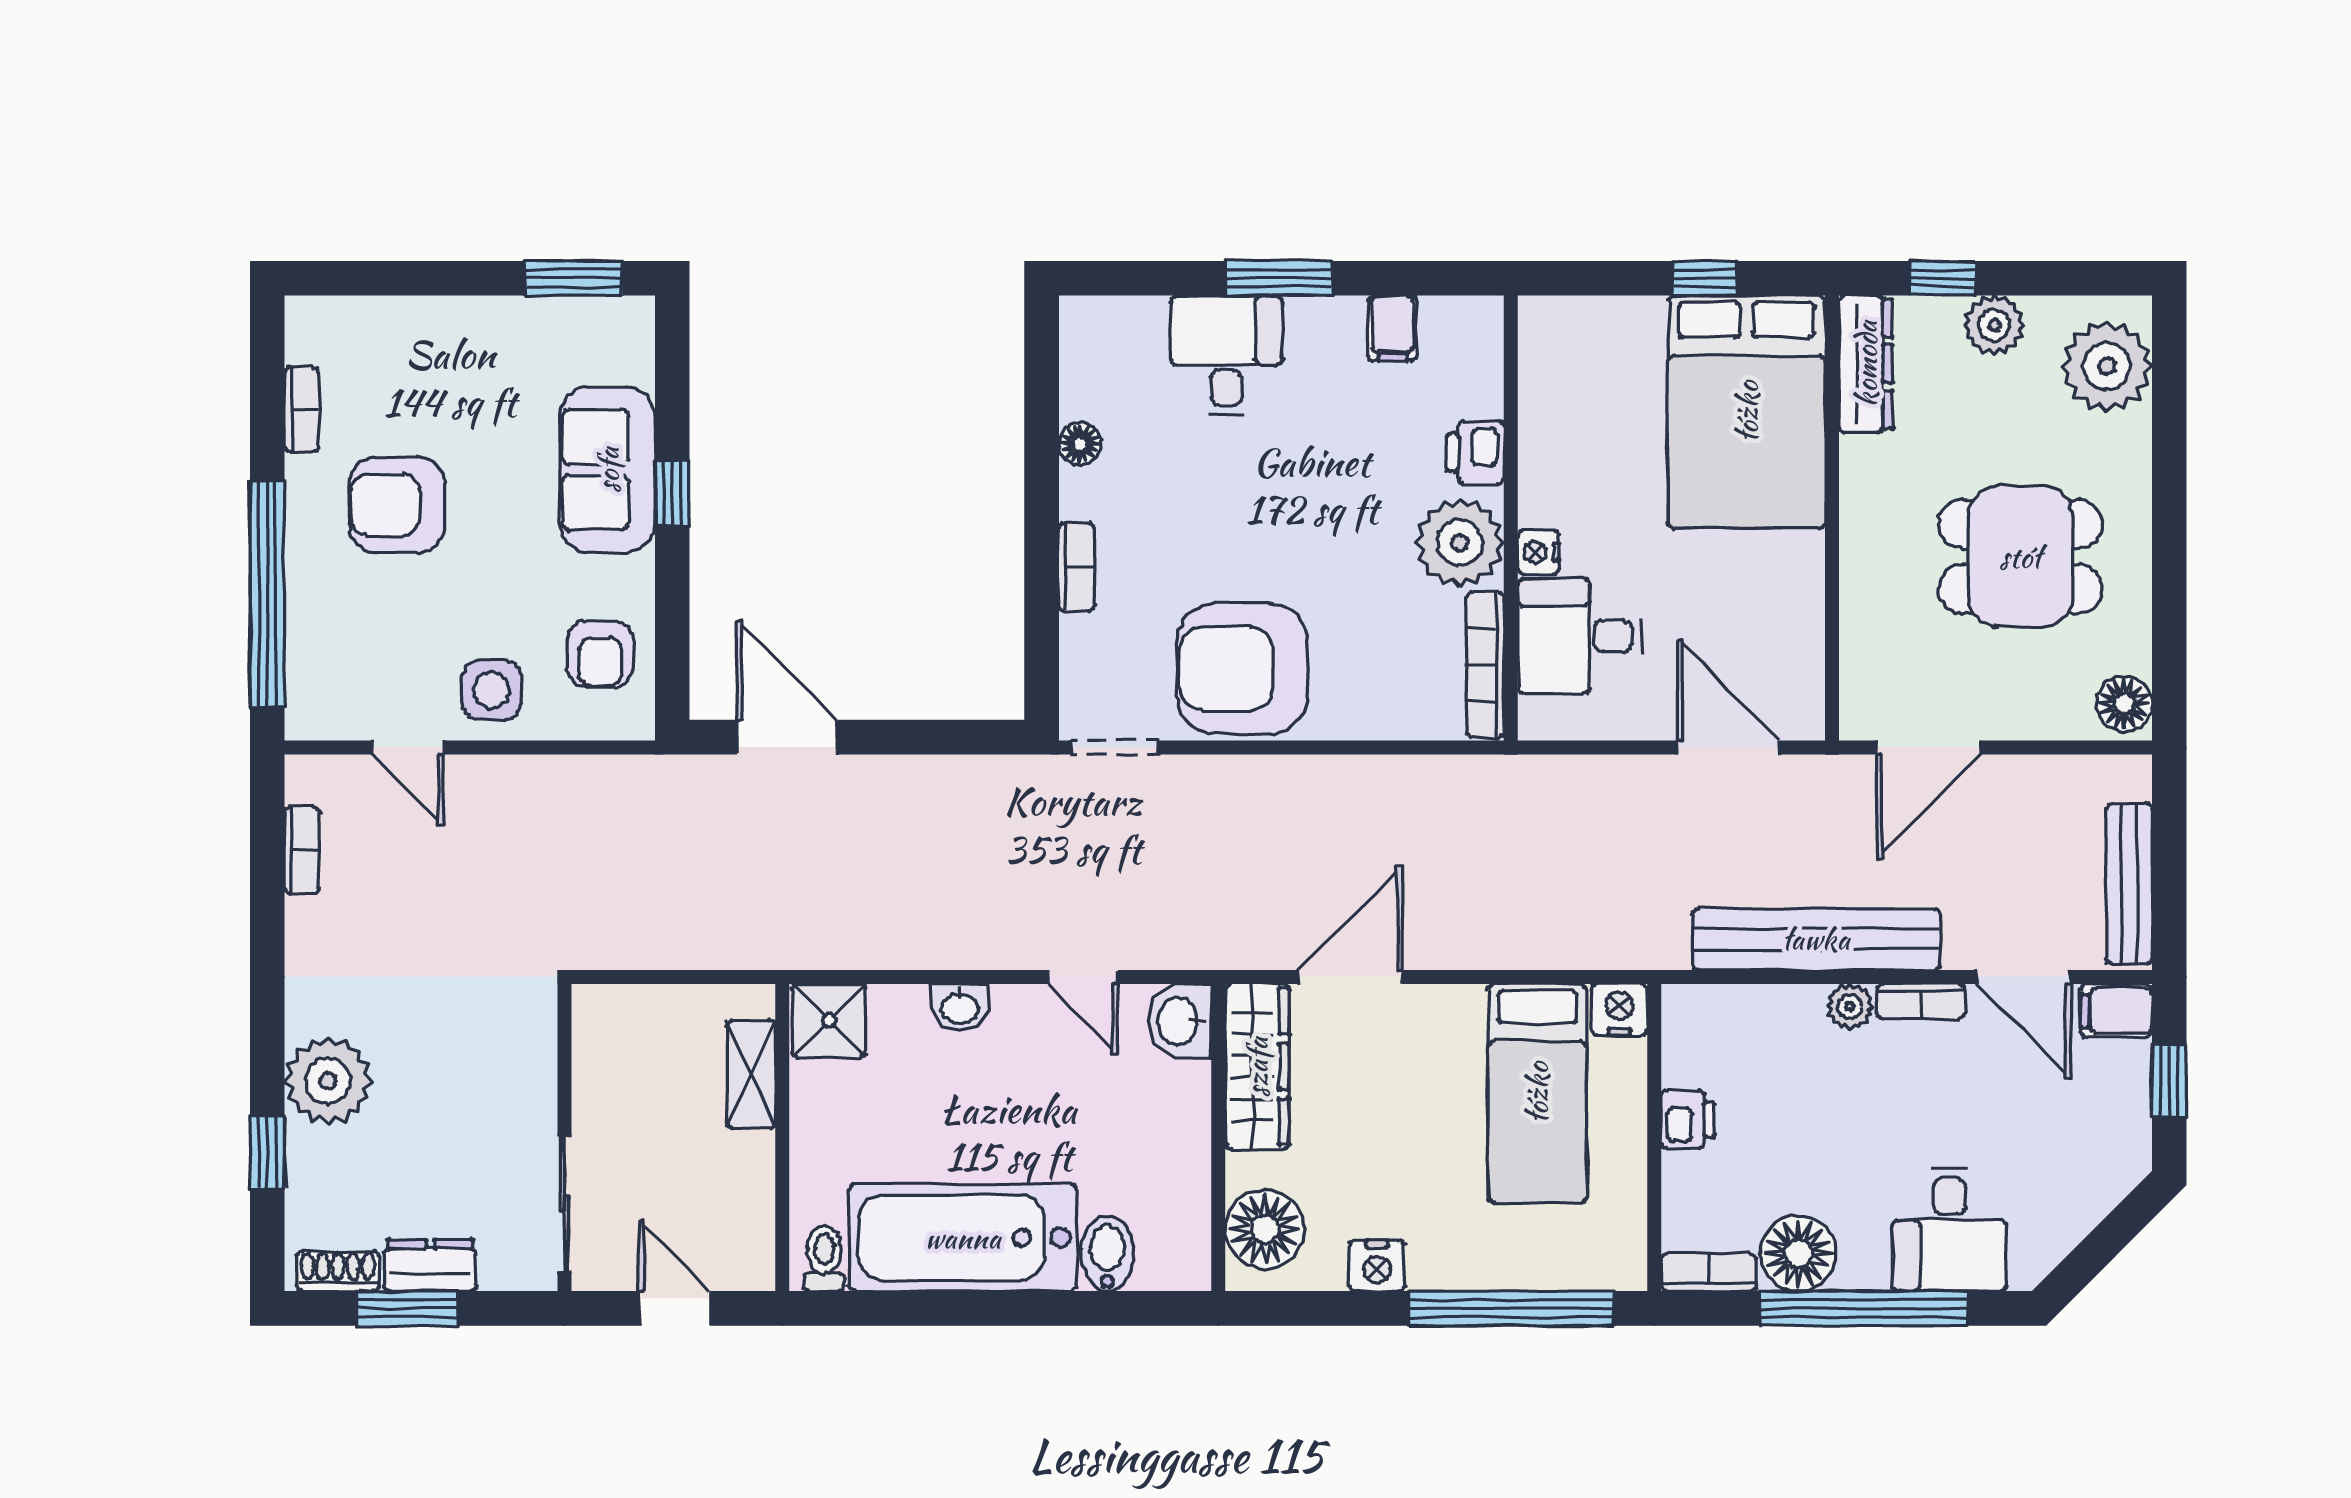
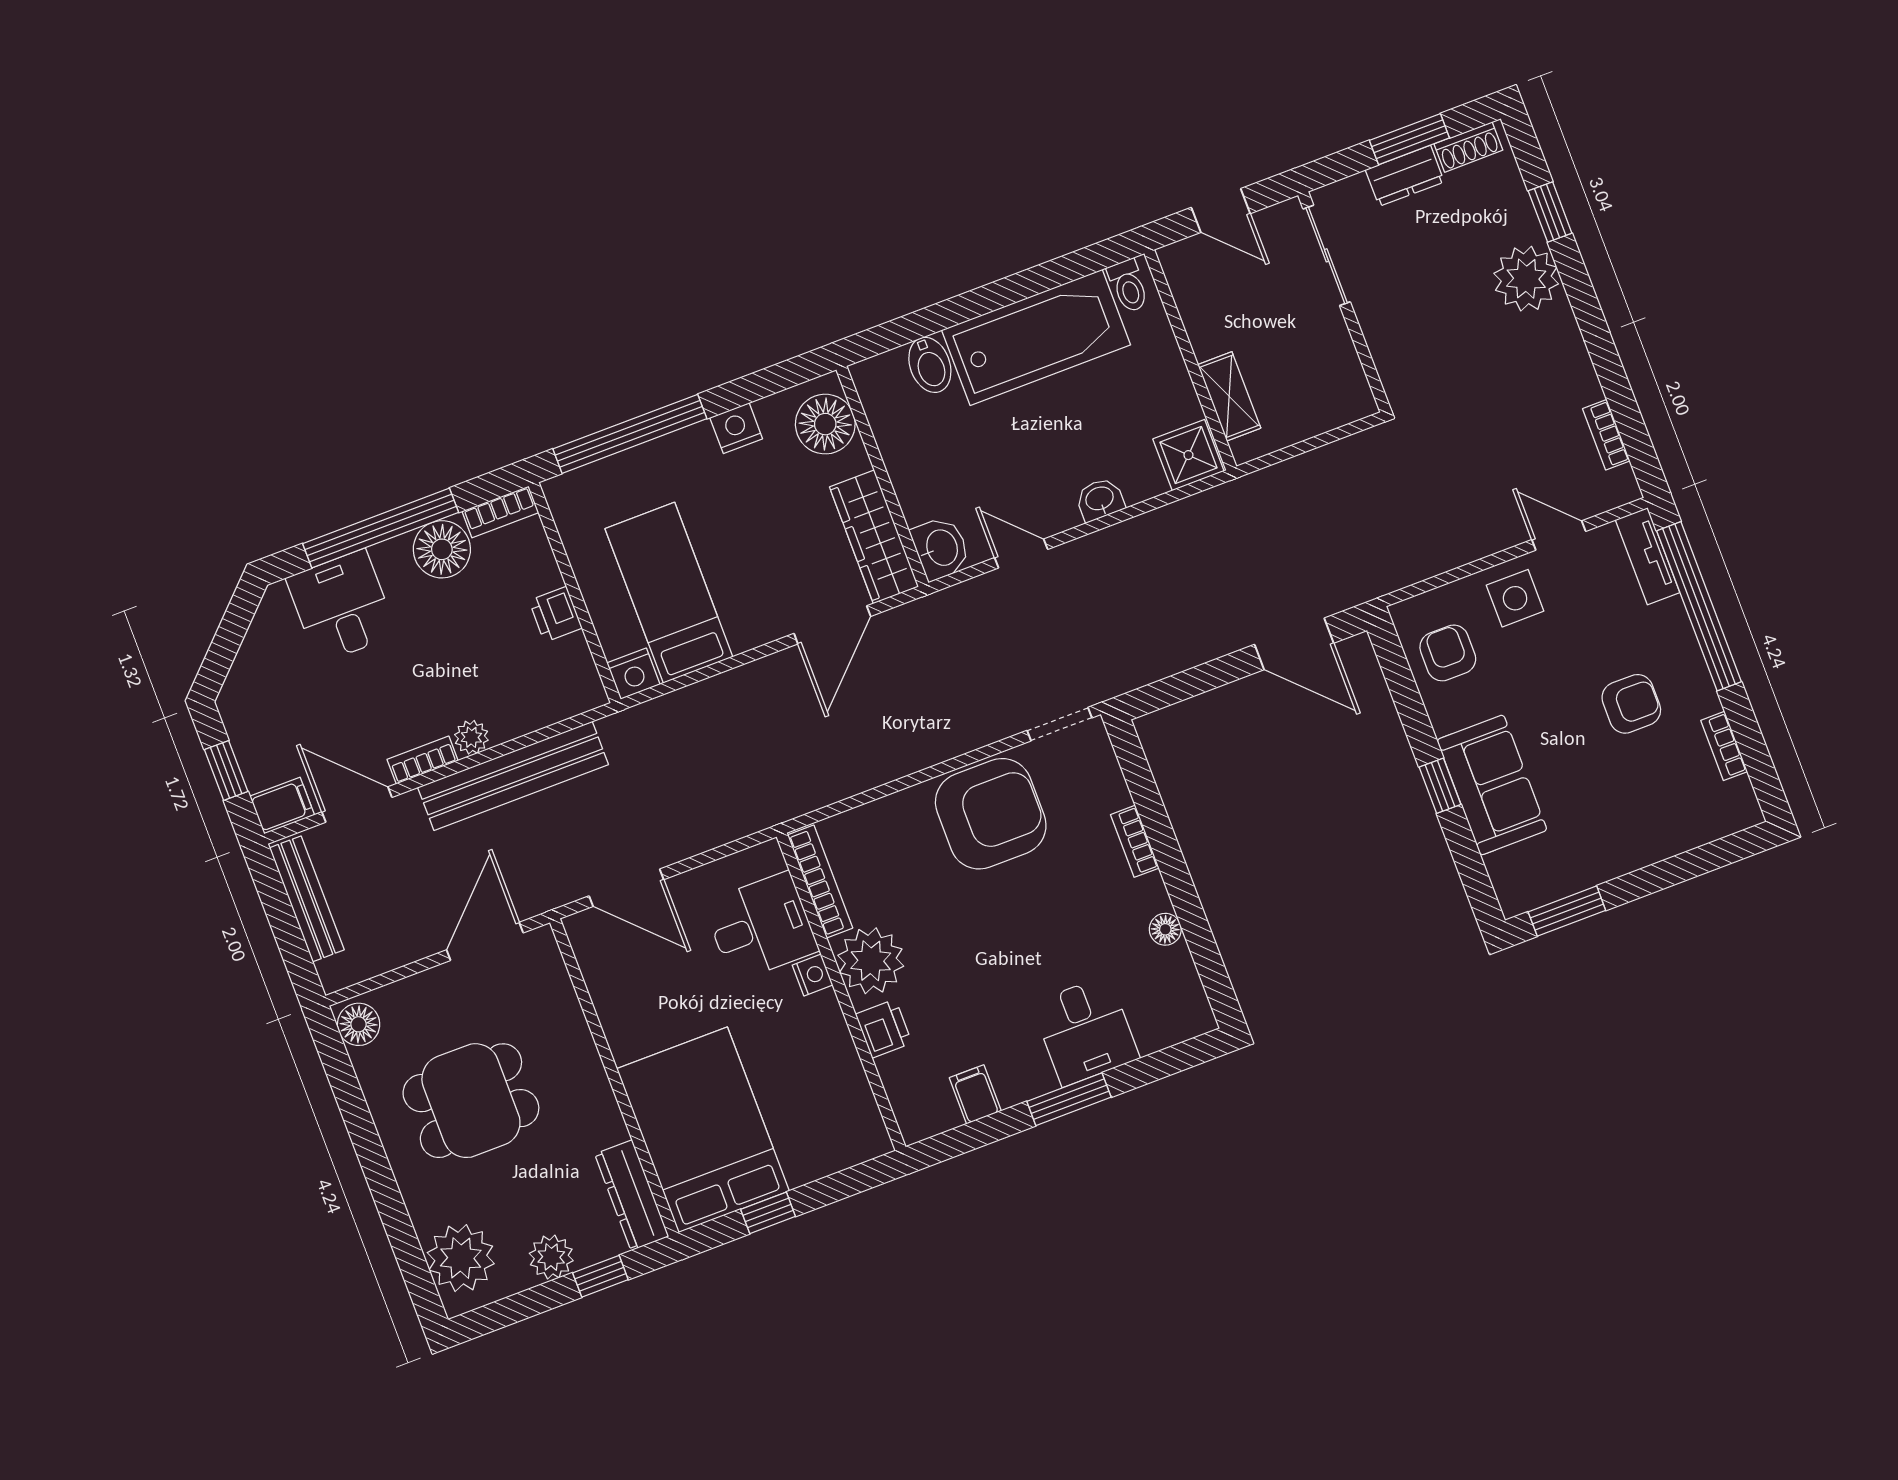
armchair: (397, 505) -> (1631, 704), width x0.72, depth x0.72
tv unit: (308, 680) -> (1648, 556), added

